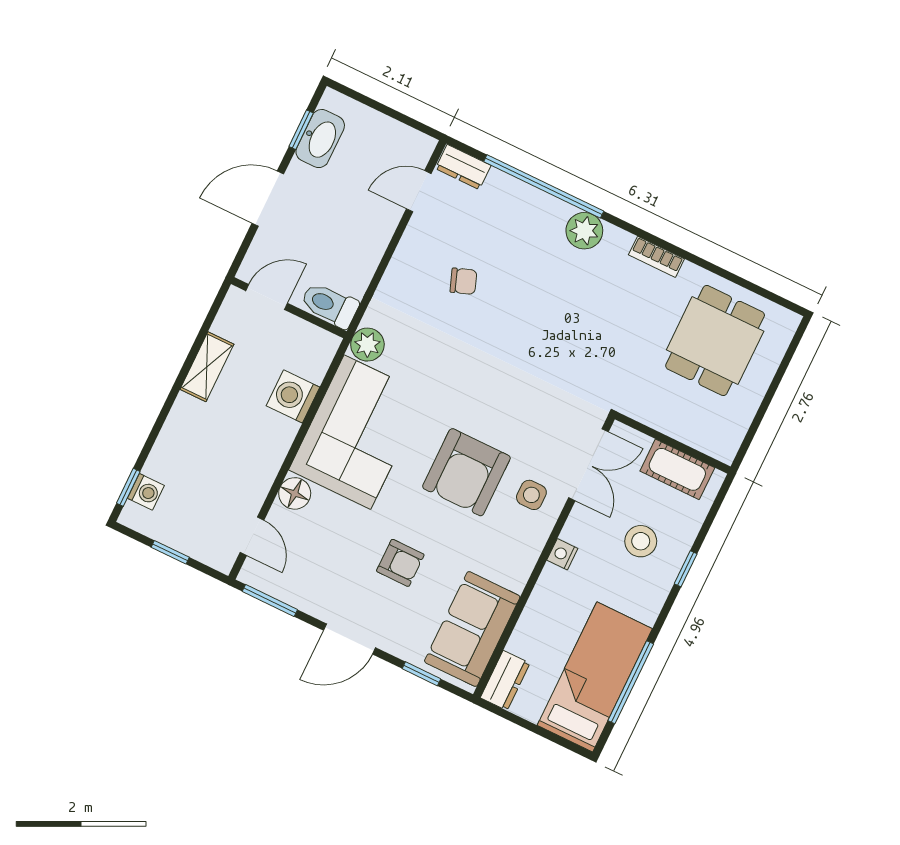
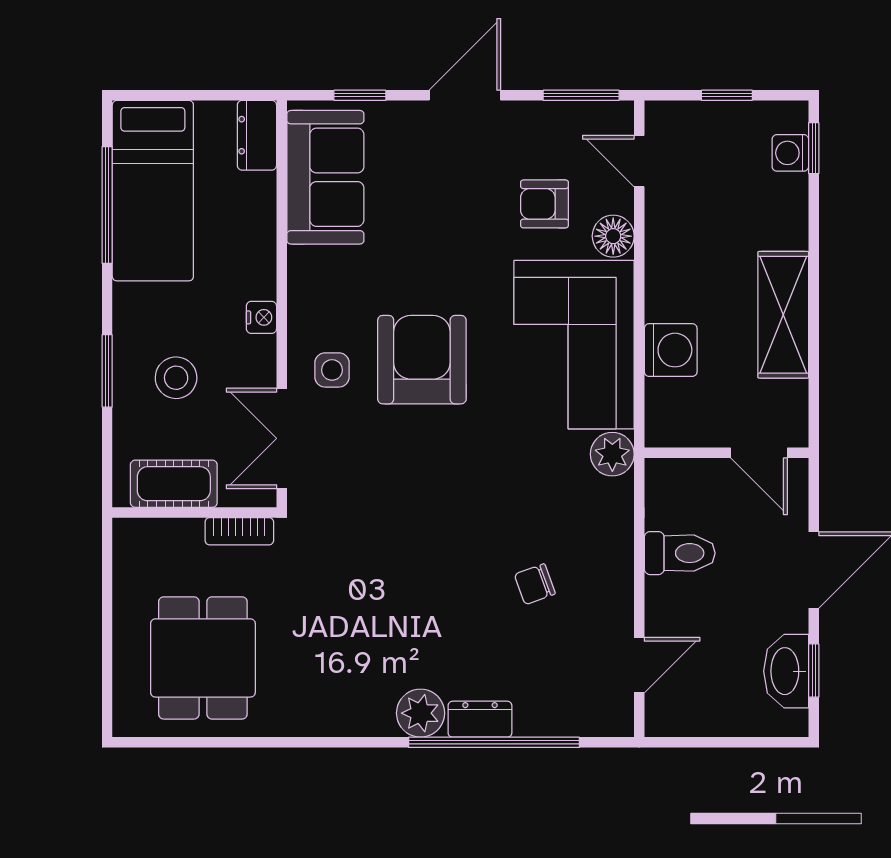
dresser: (463, 167) -> (480, 719), moved
bookcase: (656, 257) -> (239, 531), moved, turned 180
door: (267, 297) -> (759, 453), hinge flipped
toilet: (330, 305) -> (680, 553), moved
shelving: (207, 367) -> (783, 315), width x1.50, depth x1.33
armchair: (400, 563) -> (544, 204), moved
window: (686, 569) -> (107, 371), width x1.50

